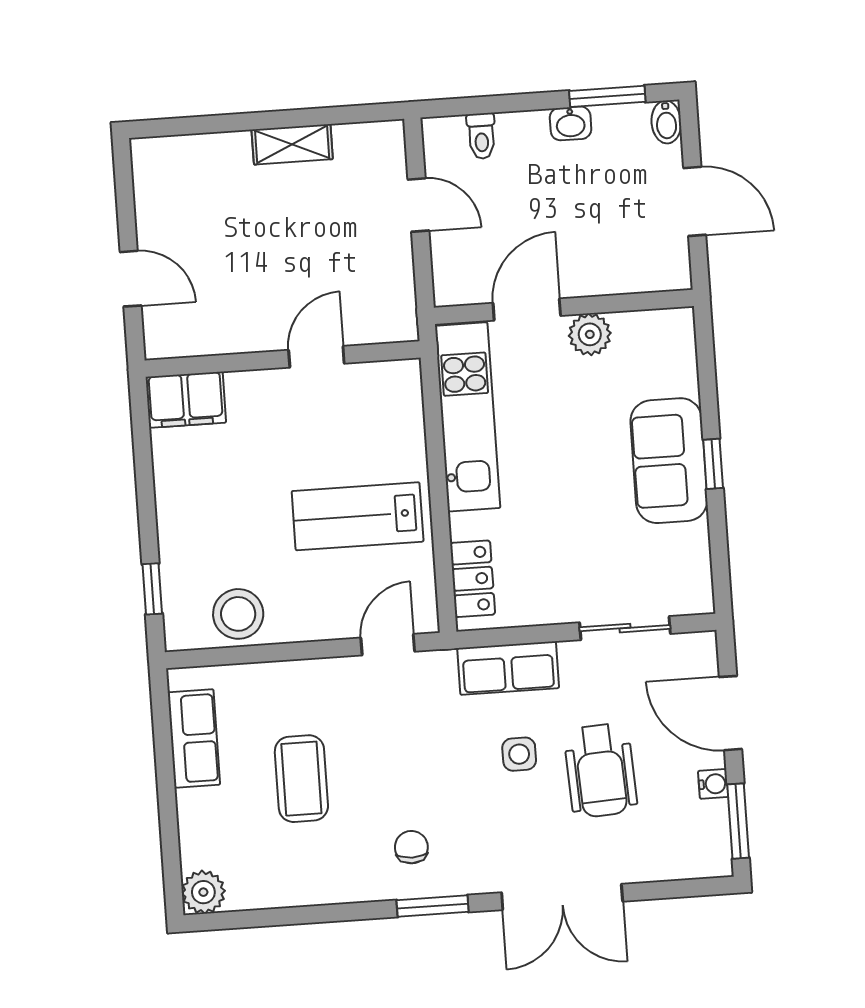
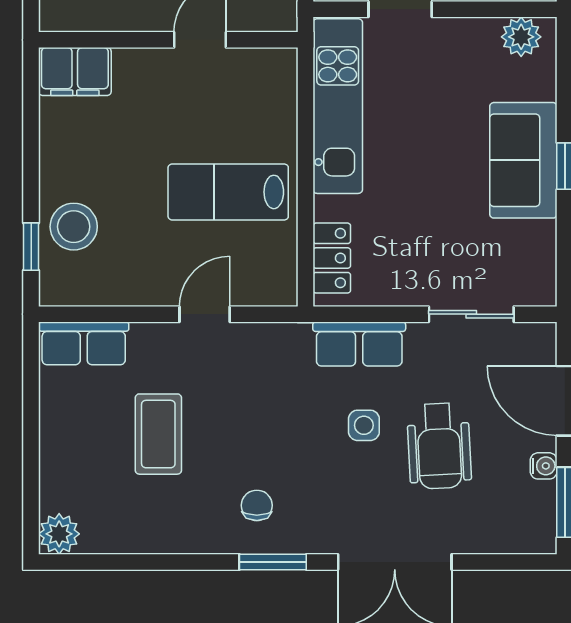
plant: (590, 334) -> (521, 37), moved
stool: (238, 614) -> (74, 227), moved
door: (388, 645) -> (205, 314), moved
row of seats: (194, 738) -> (84, 343), moved, turned 90

